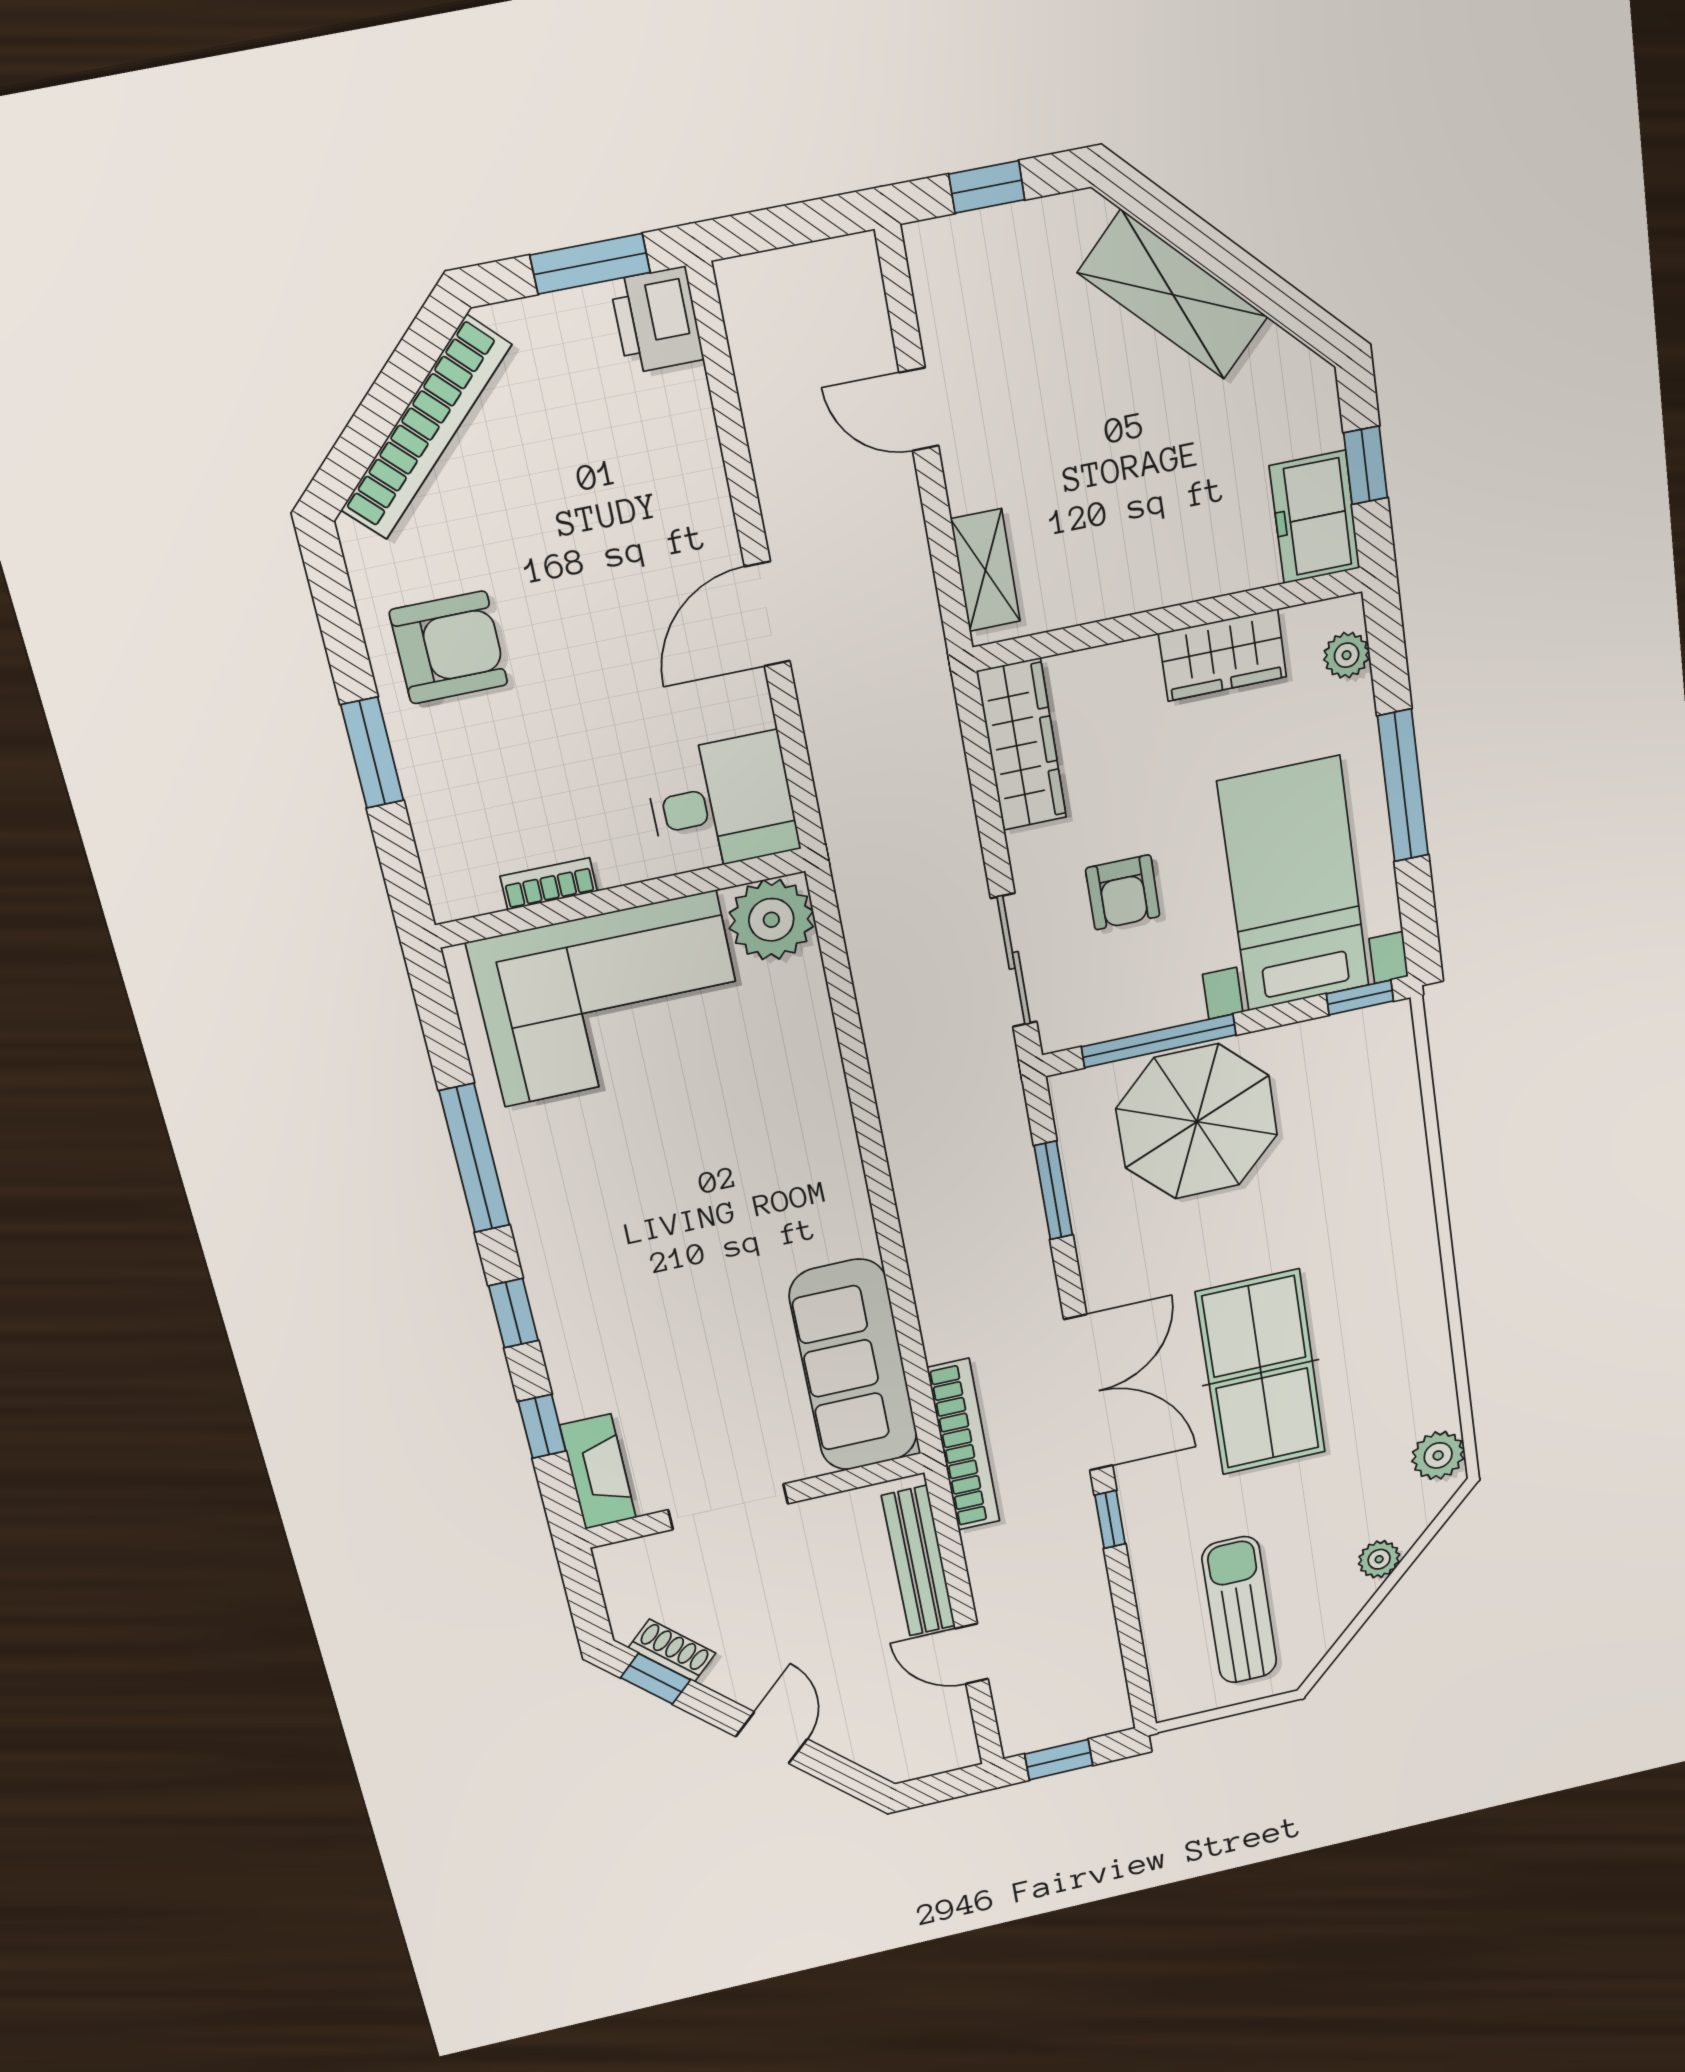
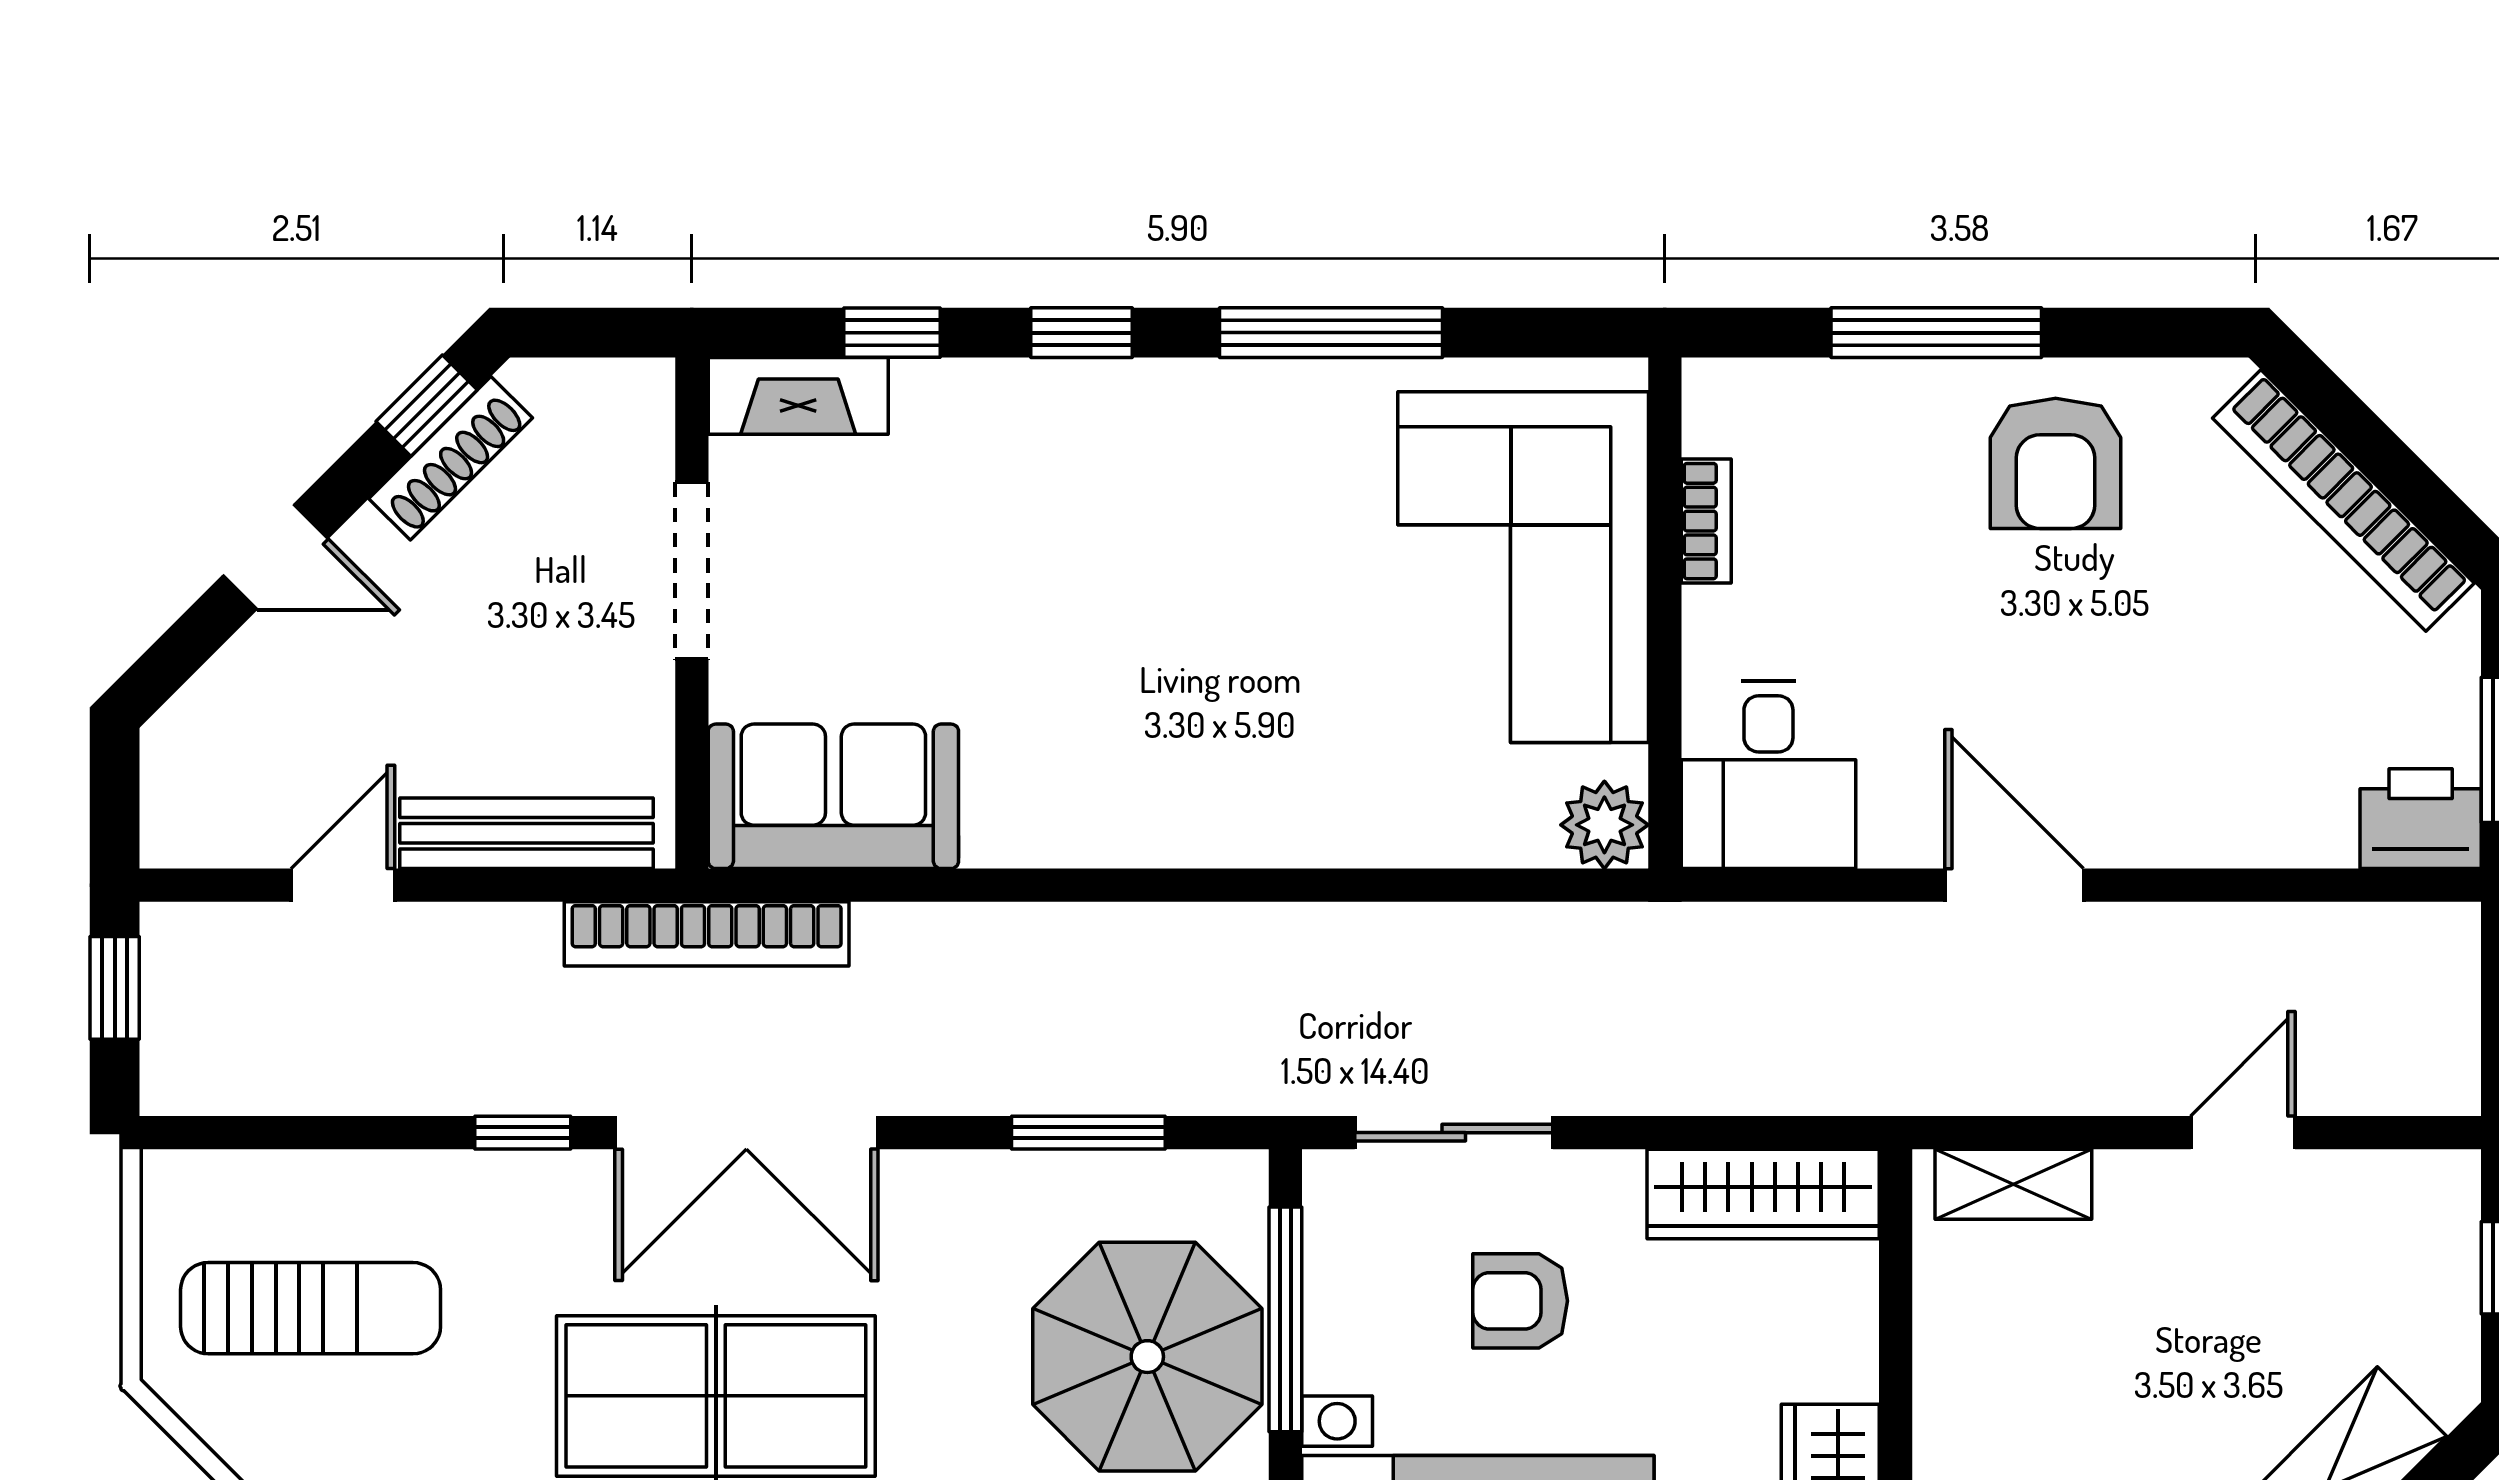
window: (372, 753) -> (1936, 333), width x1.44
plant: (771, 920) -> (1604, 825), width x0.73, depth x0.73
sofa: (854, 1365) -> (833, 796), width x0.73
shoe rack: (672, 1651) -> (451, 458), width x1.43

